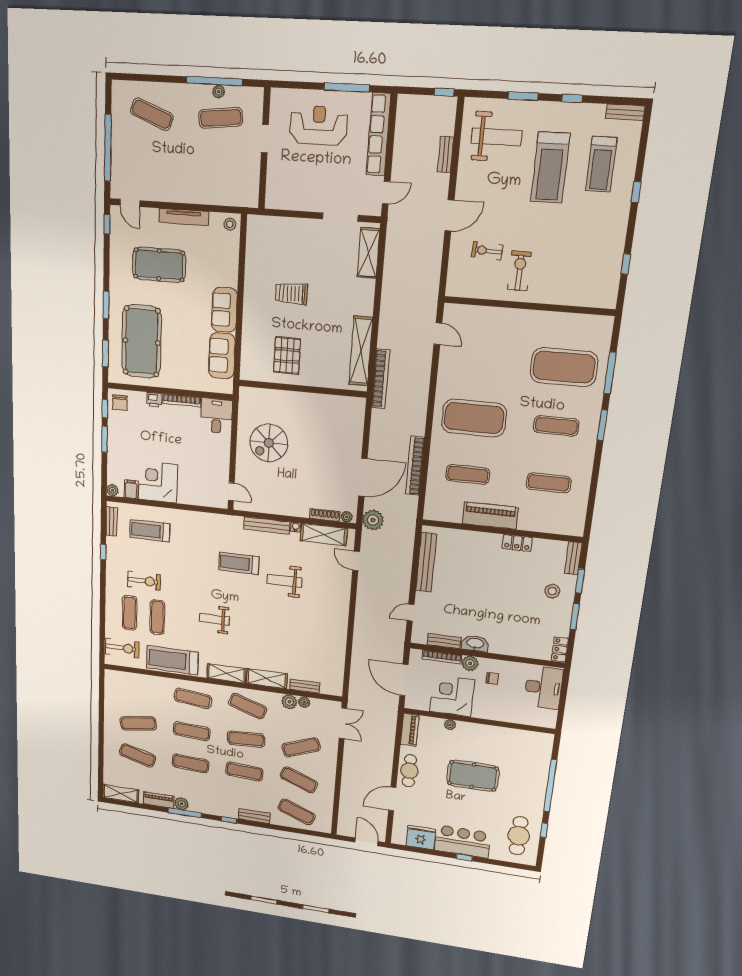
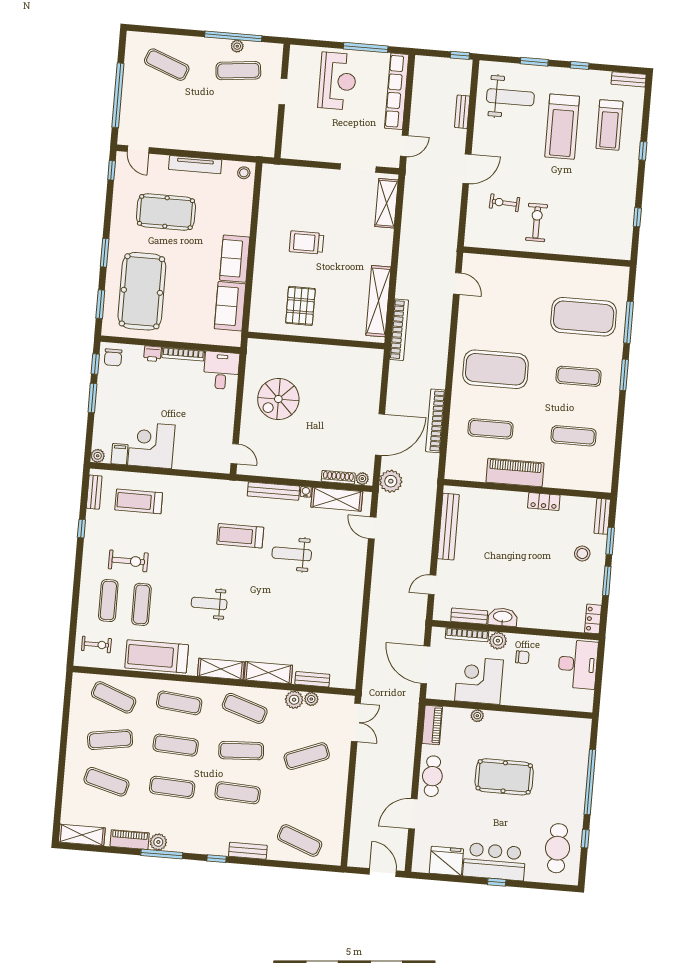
reception desk: (319, 125) -> (337, 81), turned 90
exercise bike: (122, 648) -> (96, 645), width x0.73, depth x0.72
exercise mat: (299, 780) -> (114, 697), moved

